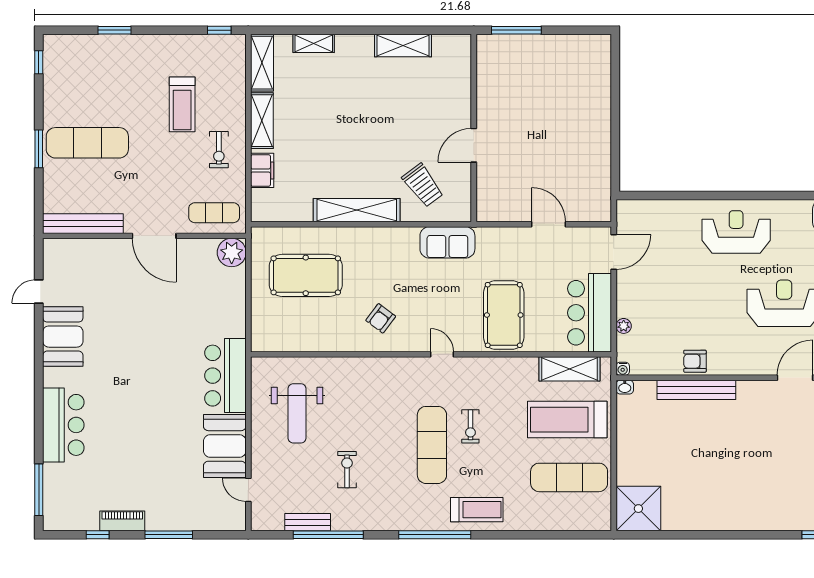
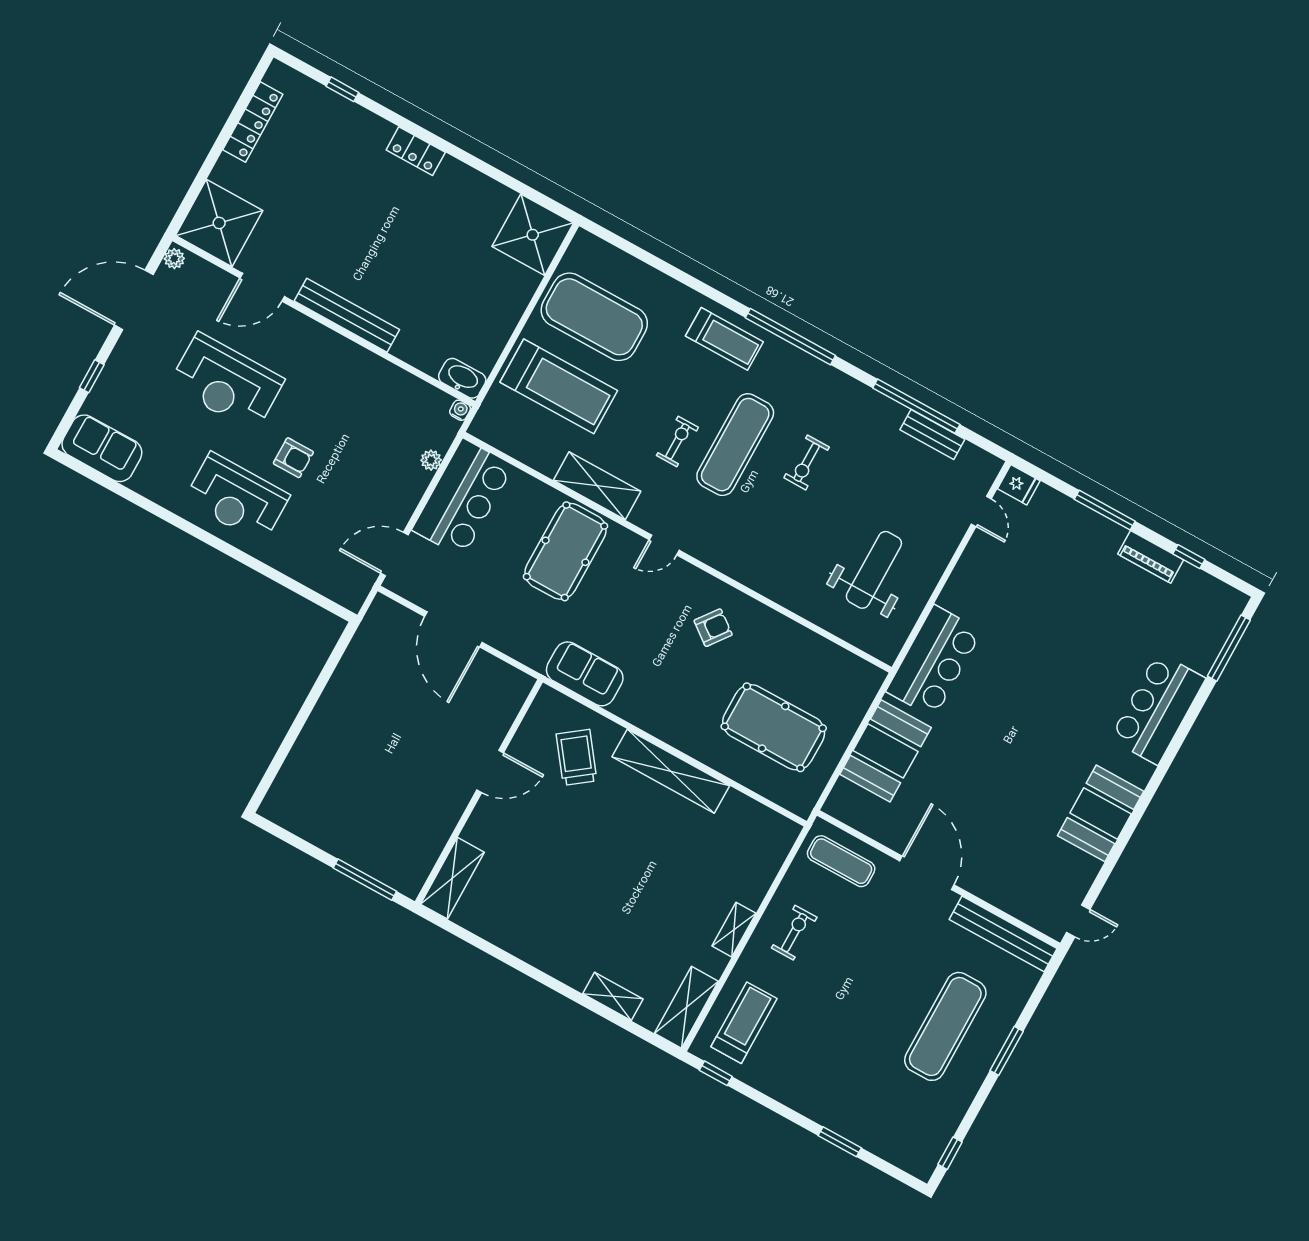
shelving: (403, 45) -> (452, 878), moved, turned 90
treadmill: (182, 104) -> (744, 1023), moved
shelving: (262, 121) -> (734, 930), width x0.67, depth x0.75
exercise mat: (87, 143) -> (945, 1026), turned 90
filing cabinet: (262, 170) -> (757, 880), removed
door: (549, 224) -> (453, 629), width x1.36
plant: (232, 253) -> (846, 803), removed
door: (39, 292) -> (1078, 921), moved
door: (442, 354) -> (664, 545), hinge flipped
armchair: (695, 361) -> (293, 458), moved
shelving: (569, 369) -> (597, 486), moved
washbasin: (625, 387) -> (462, 378), width x1.91, depth x1.45
bench: (696, 390) -> (347, 315), moved
booth: (225, 446) -> (885, 751), moved
exercise bike: (347, 470) -> (807, 462), moved
exercise mat: (569, 477) -> (594, 317), width x1.47
treadmill: (477, 510) -> (724, 339), turned 180
fridge: (234, 520) -> (1019, 485), added
locker: (744, 521) -> (416, 151), added

